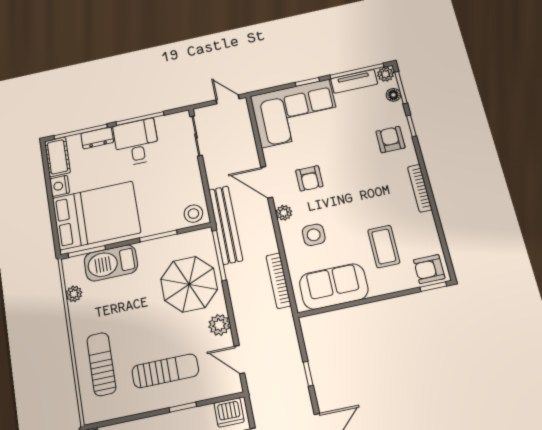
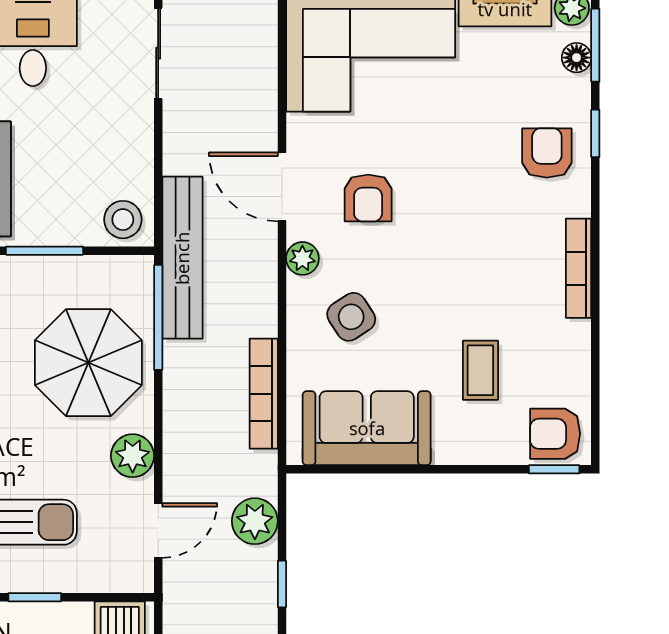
side table: (314, 235) -> (351, 317), turned -33
coffee table: (384, 246) -> (480, 370), width x0.73, depth x0.77
plant: (287, 345) -> (255, 521), added
door: (239, 360) -> (158, 530), swing flipped

